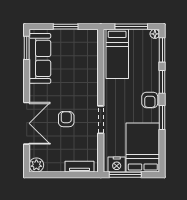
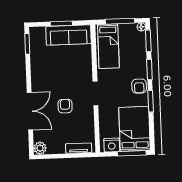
sofa: (40, 58) -> (69, 35), moved, turned 90
doorway: (101, 120) -> (95, 93), moved
window: (125, 175) -> (132, 153), moved

